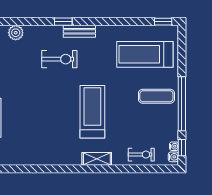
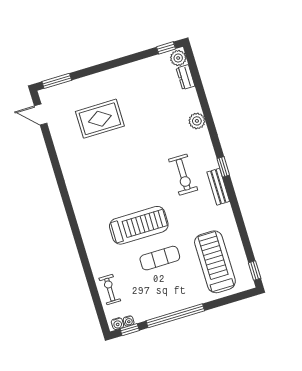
exercise mat: (156, 96) -> (160, 258), moved, turned 90
exercise bike: (141, 155) -> (110, 290), turned 180
shelving: (97, 159) -> (91, 245), removed

